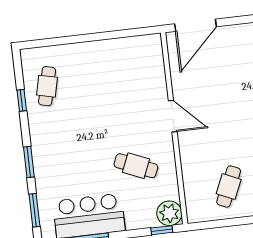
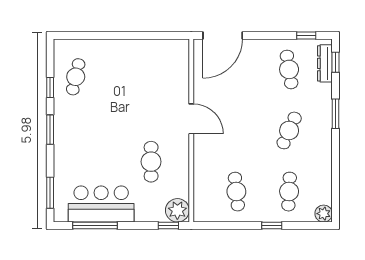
window: (29, 162) -> (50, 130), moved
cafe table: (136, 166) -> (151, 162), turned 67
cafe table: (229, 187) -> (236, 192), turned -30

